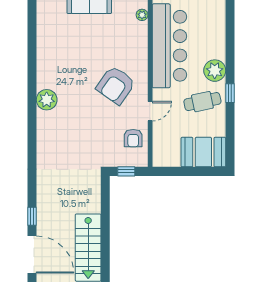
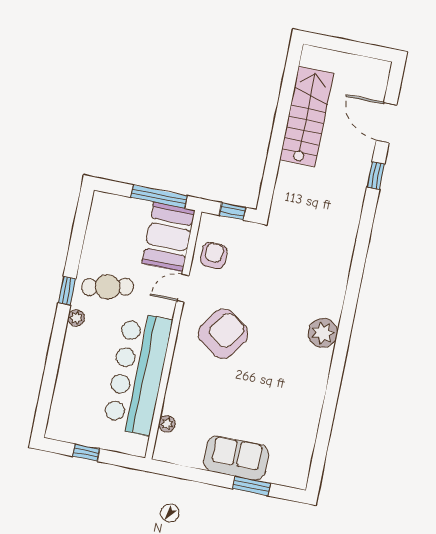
plant: (215, 71) -> (76, 318), width x0.53, depth x0.53
booth: (203, 152) -> (168, 237), moved, turned 90
window: (179, 171) -> (159, 197), added
door: (32, 255) -> (386, 122), width x0.73

